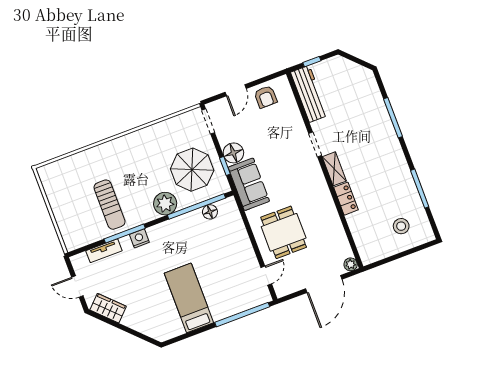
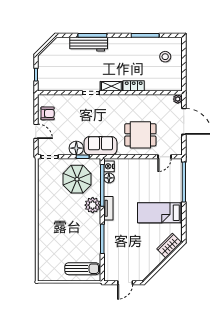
workbench: (309, 94) -> (89, 44), moved, turned 180
sun lounger: (110, 205) -> (82, 269), moved
nightstand: (139, 238) -> (109, 166), moved
tv unit: (104, 251) -> (108, 208), moved
door: (266, 276) -> (164, 157), swing flipped
wardrobe: (108, 308) -> (169, 246), moved

